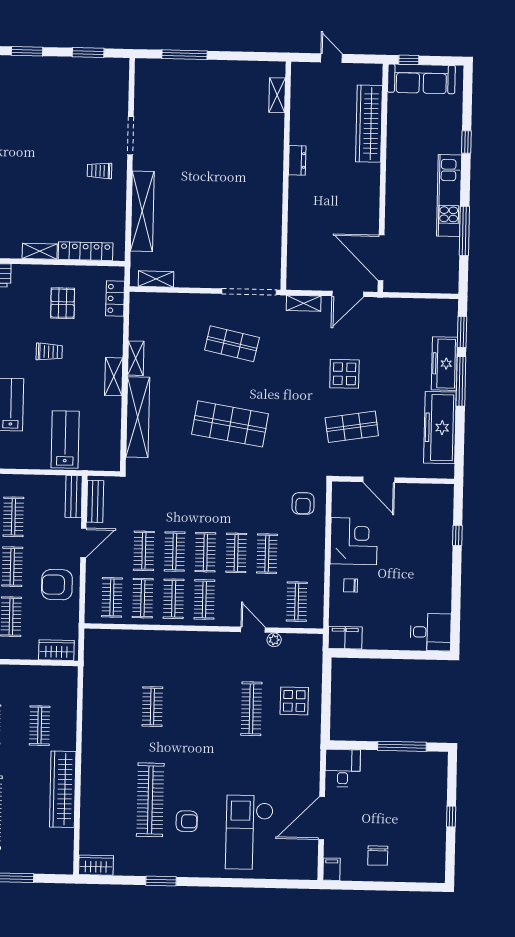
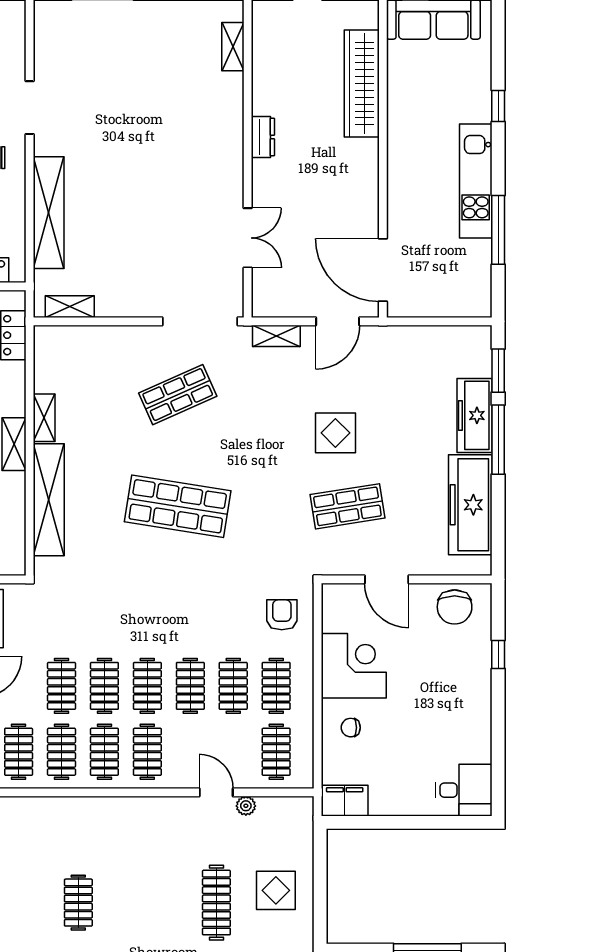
double door: (285, 233) -> (248, 238), added
shop shelf: (232, 344) -> (178, 395), turned -36
chair: (427, 501) -> (455, 607), added
armchair: (303, 503) -> (282, 615), turned 180
clothes rail: (298, 554) -> (276, 686), added

